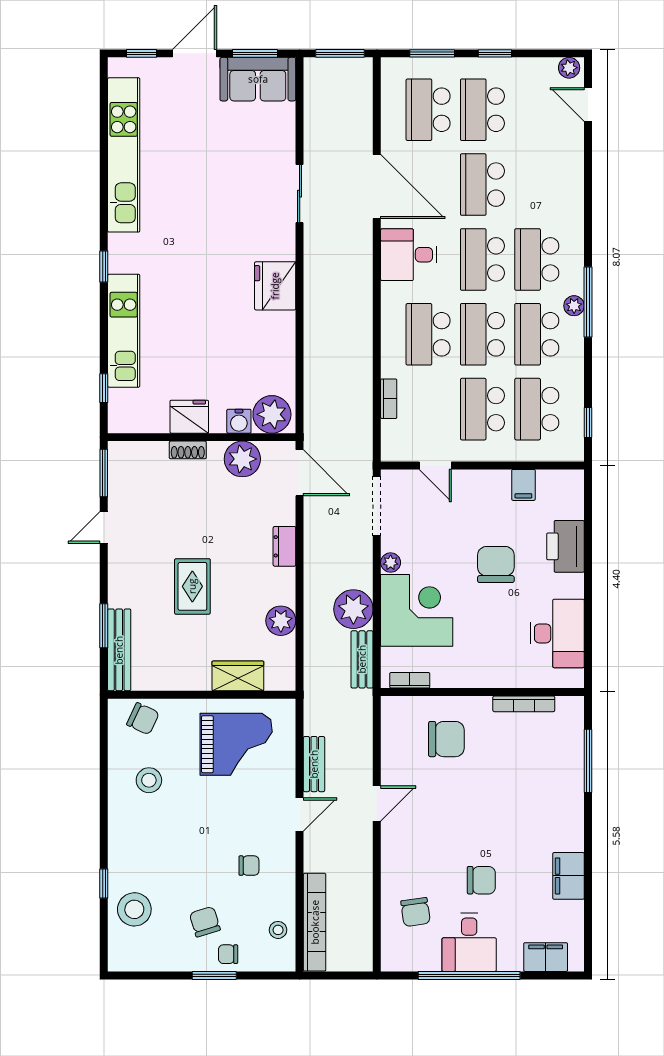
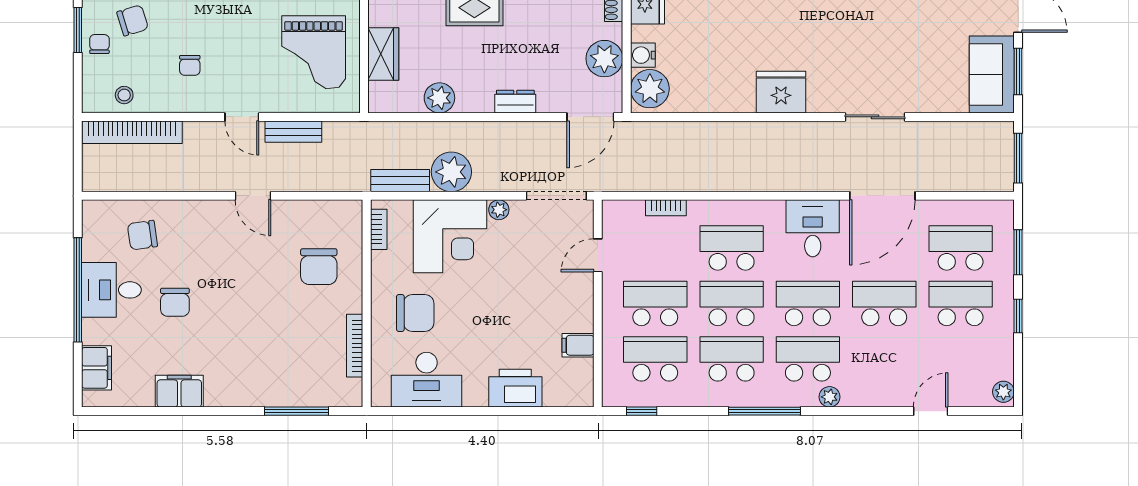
door: (588, 105) -> (931, 411), moved
plant: (574, 306) -> (830, 397), moved
chair: (496, 565) -> (415, 313), moved

